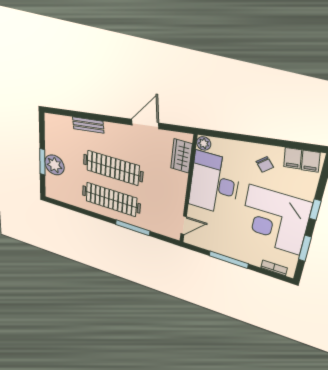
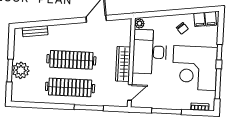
bench: (88, 125) -> (35, 31), moved
wardrobe: (181, 156) -> (123, 64), moved, width x1.50
window: (305, 248) -> (218, 84), width x1.44

